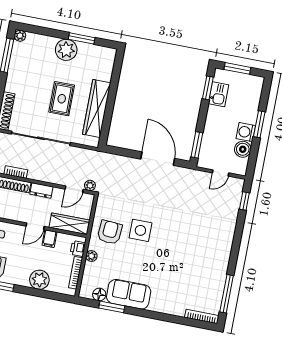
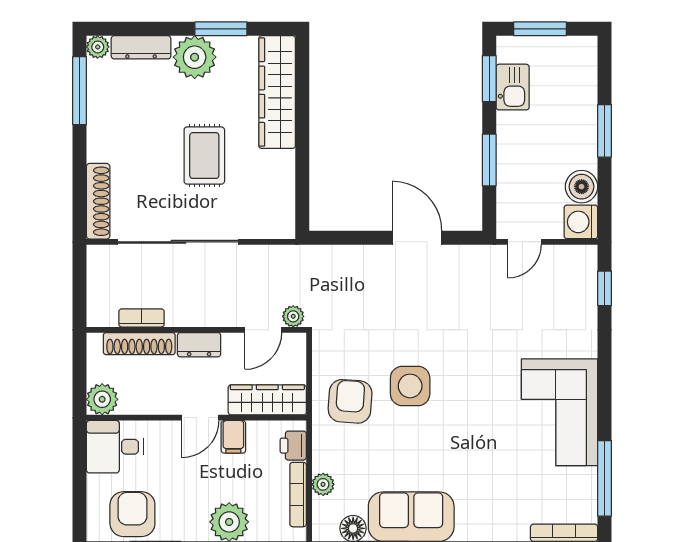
dresser: (41, 40) -> (141, 47), added
wardrobe: (97, 109) -> (277, 92), moved
washing machine: (246, 132) -> (581, 222), moved
window: (197, 145) -> (489, 160), moved
door: (158, 159) -> (417, 238), width x0.73
door: (221, 173) -> (525, 242), moved
plant: (91, 256) -> (323, 484), moved
corner sofa: (211, 257) -> (560, 412), added

